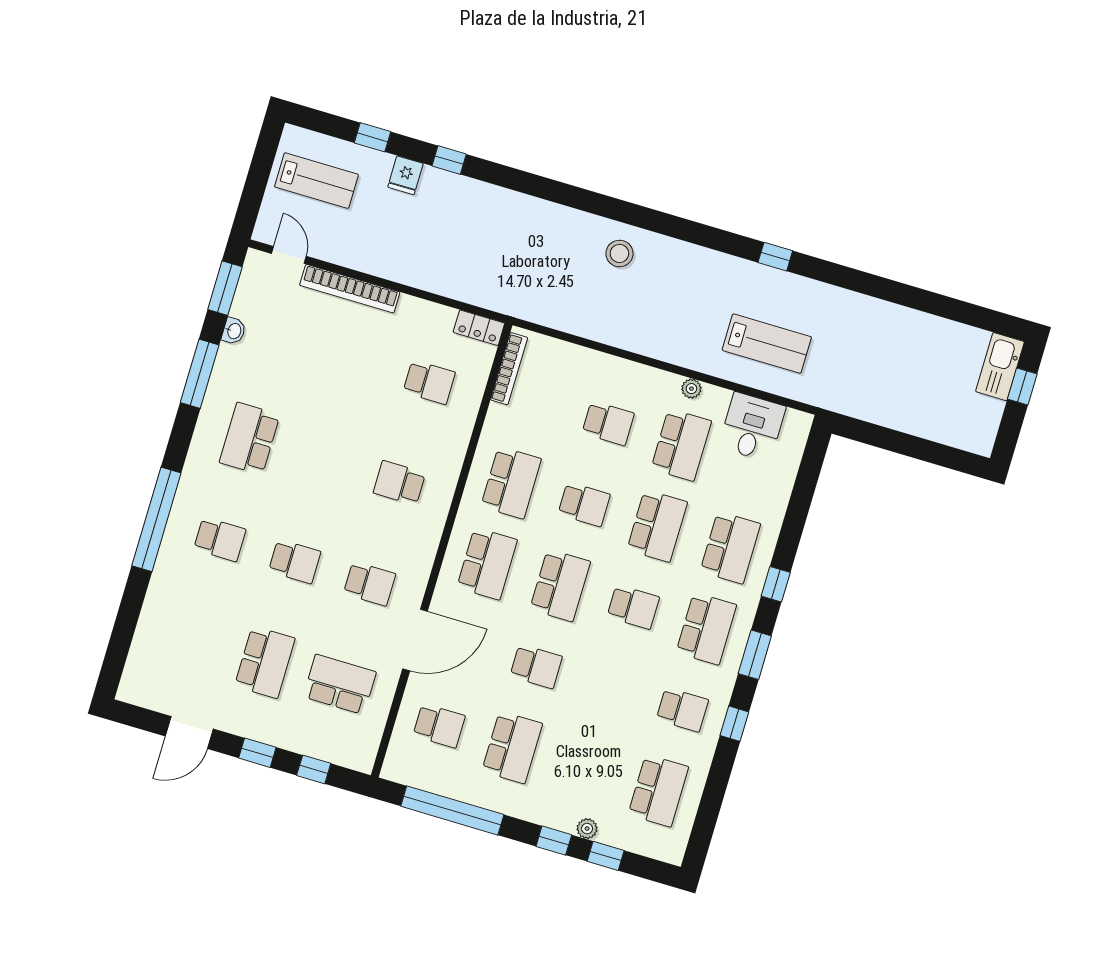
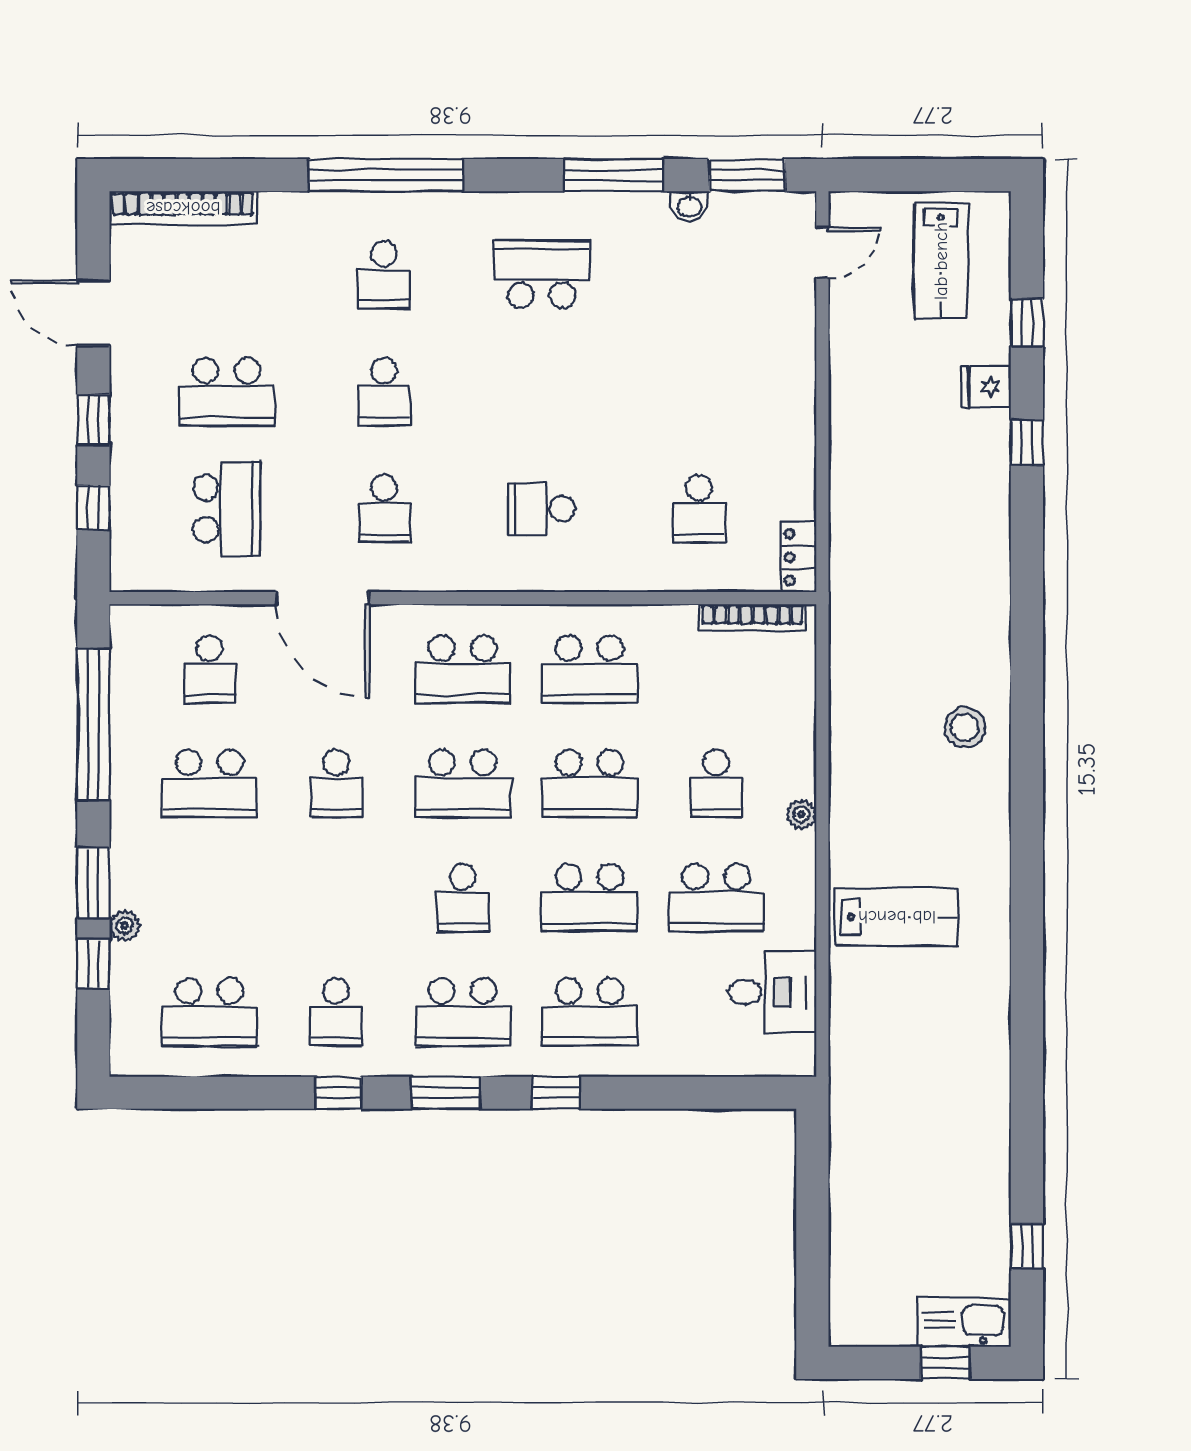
window: (775, 257) -> (1027, 1246), moved
bookcase: (350, 289) -> (183, 208), moved, turned -90
lab bench: (767, 344) -> (897, 917), moved, turned -90
plant: (691, 389) -> (802, 814), moved
school desk: (399, 483) -> (542, 509), turned -90
school desk: (584, 504) -> (589, 783), width x1.85
window: (554, 841) -> (93, 883), width x1.50

